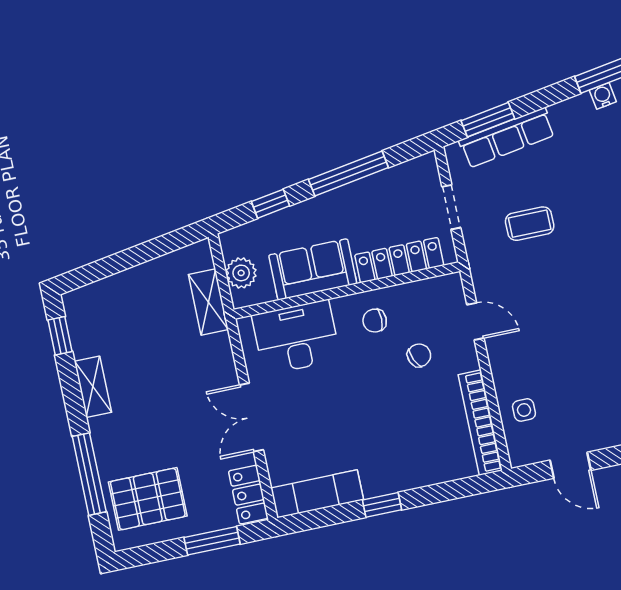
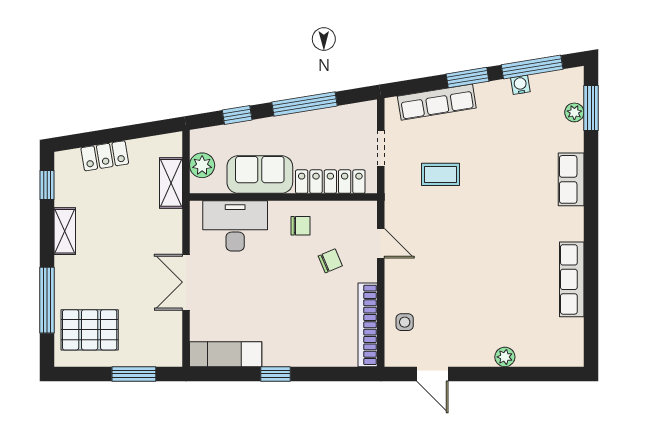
window: (488, 120) -> (467, 78), moved
chair: (375, 321) -> (301, 226), turned 180
locker: (248, 495) -> (105, 156), moved, turned -99

